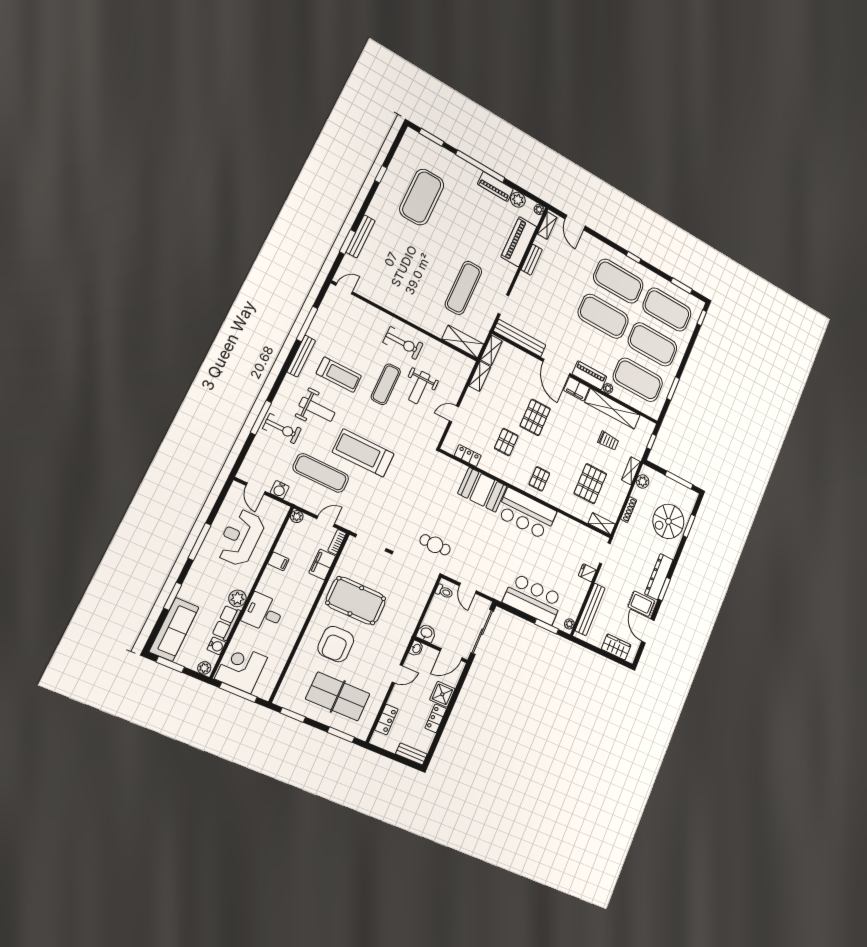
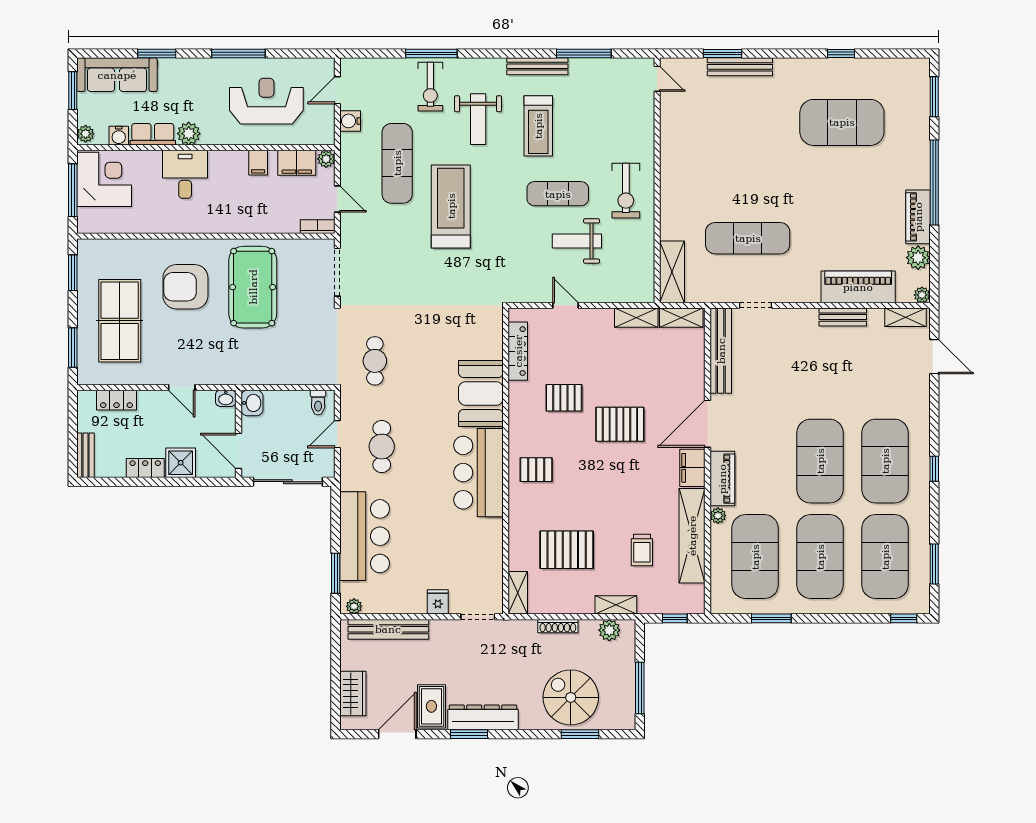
door: (575, 223) -> (934, 357), swing flipped
locker: (468, 456) -> (518, 351), width x1.53
filing cabinet: (322, 564) -> (297, 163), moved, turned 180
cafe table: (487, 564) -> (382, 447), added

